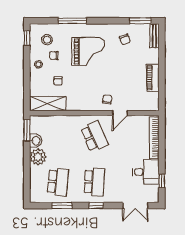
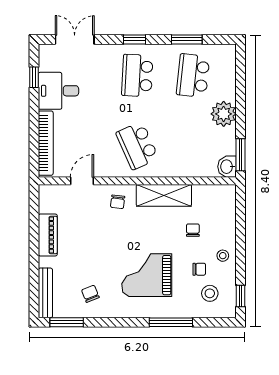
bench: (154, 36) -> (45, 293), width x1.36
shelving: (48, 104) -> (164, 195), moved
door: (120, 113) -> (82, 181), moved
washbasin: (36, 141) -> (227, 167), moved

